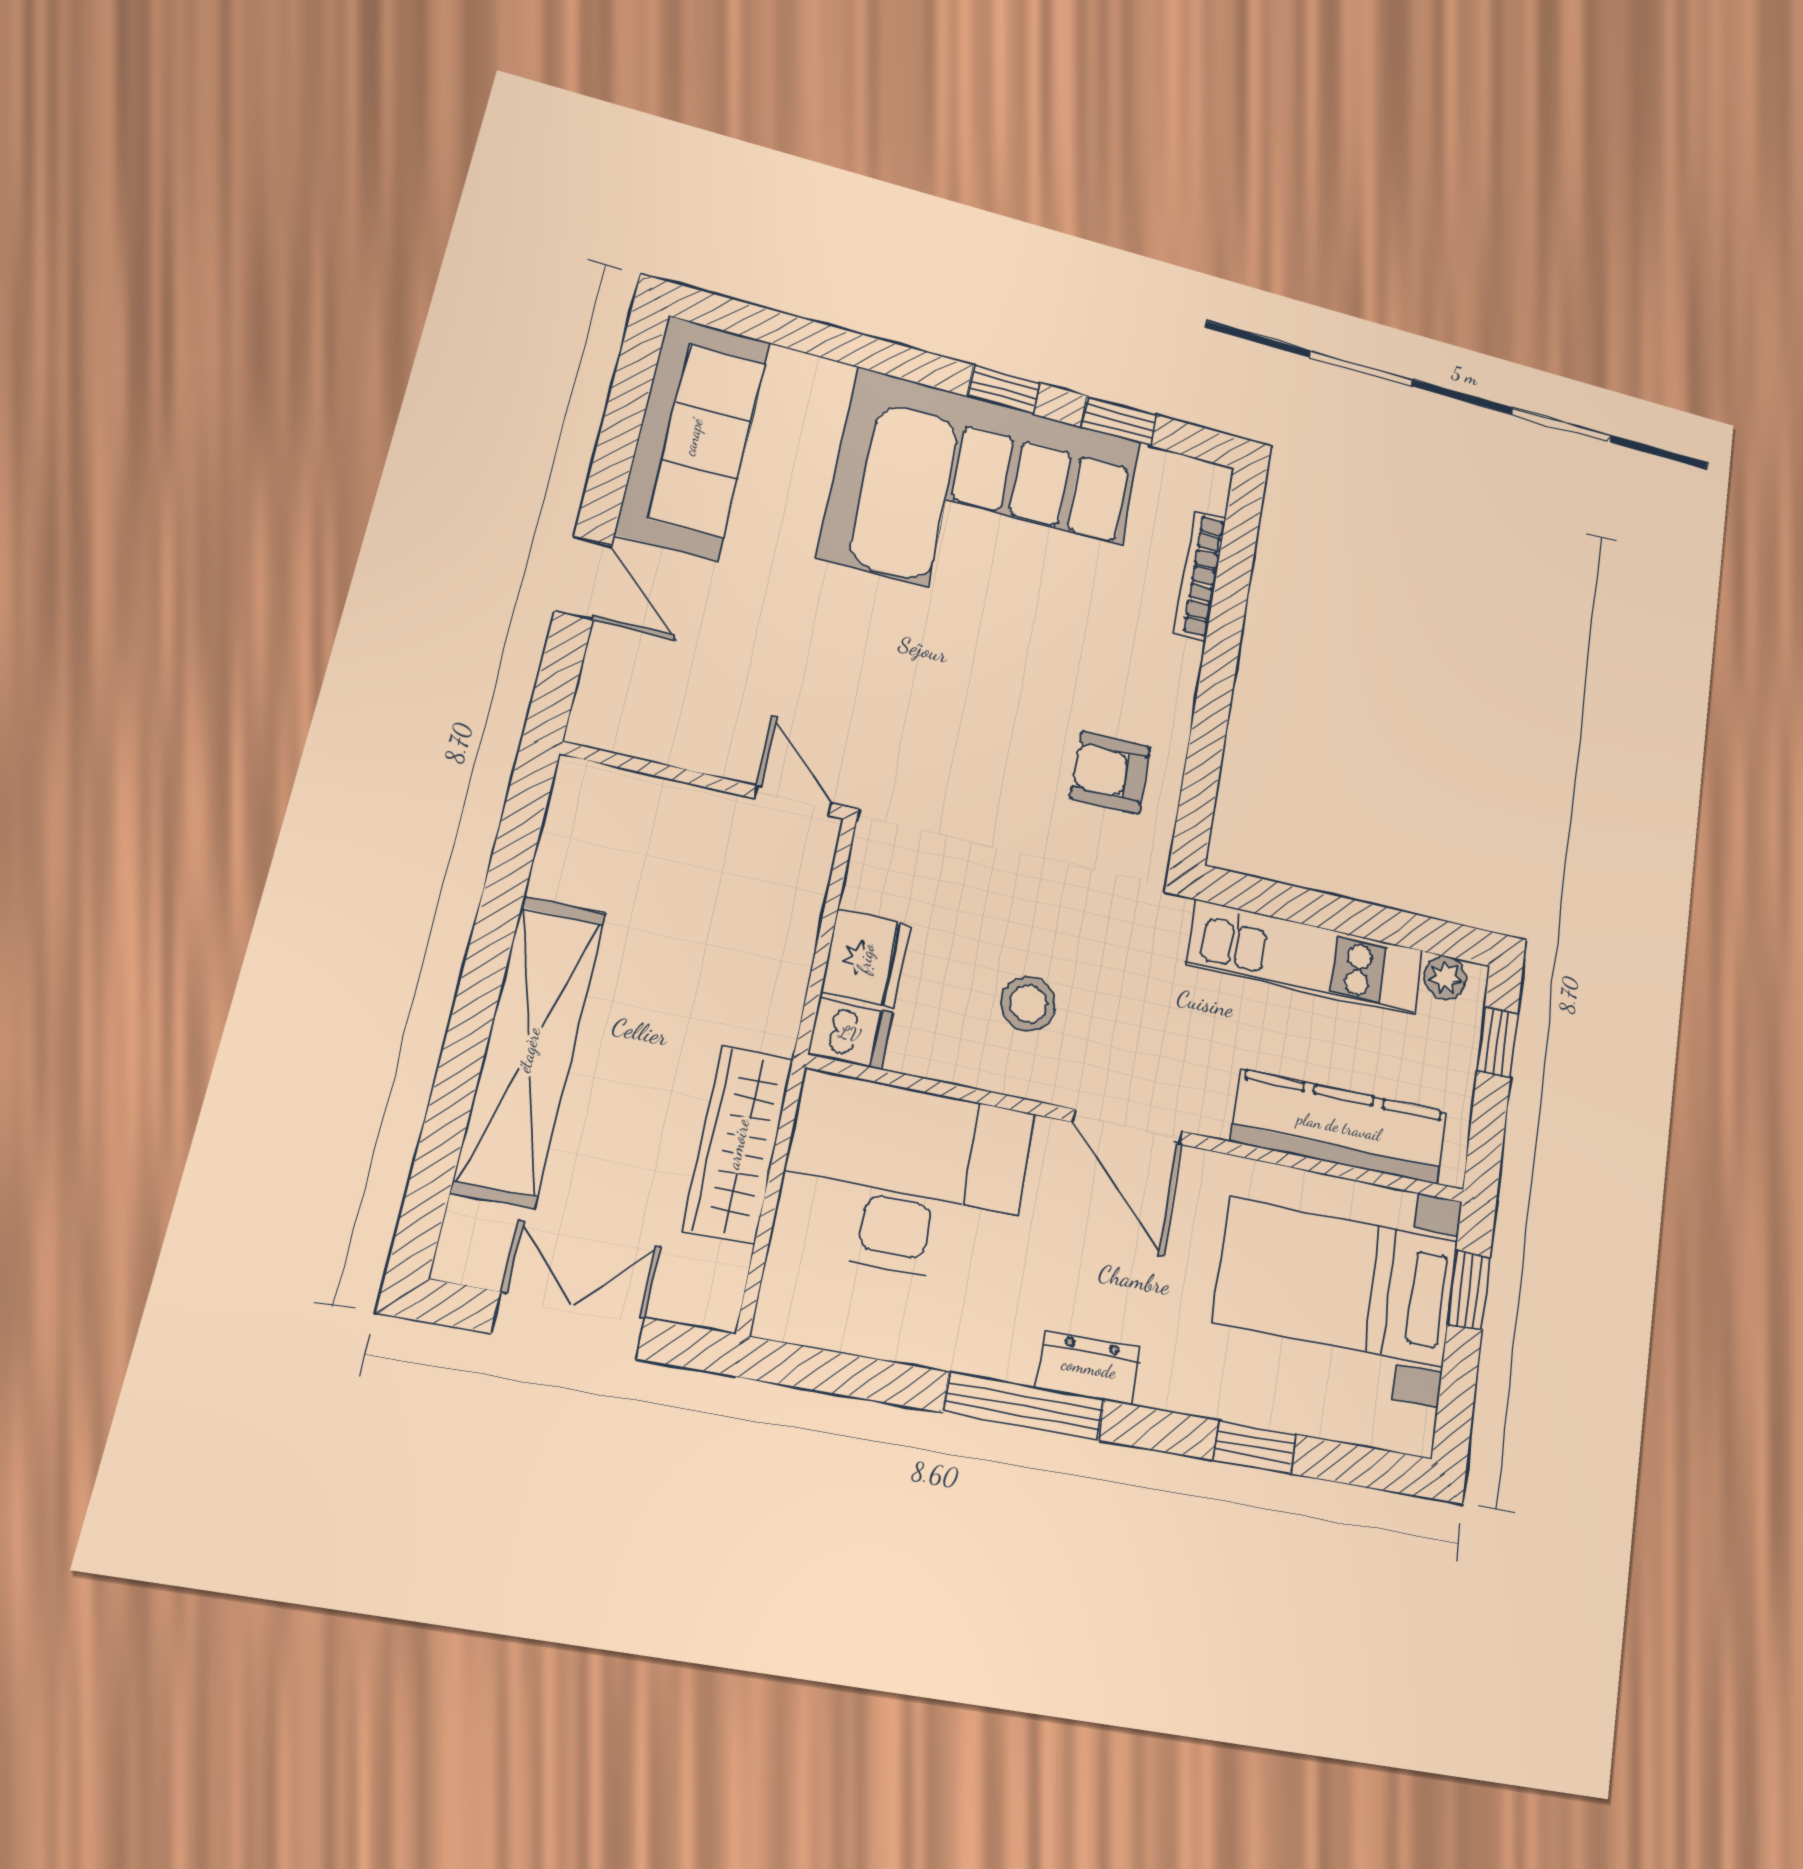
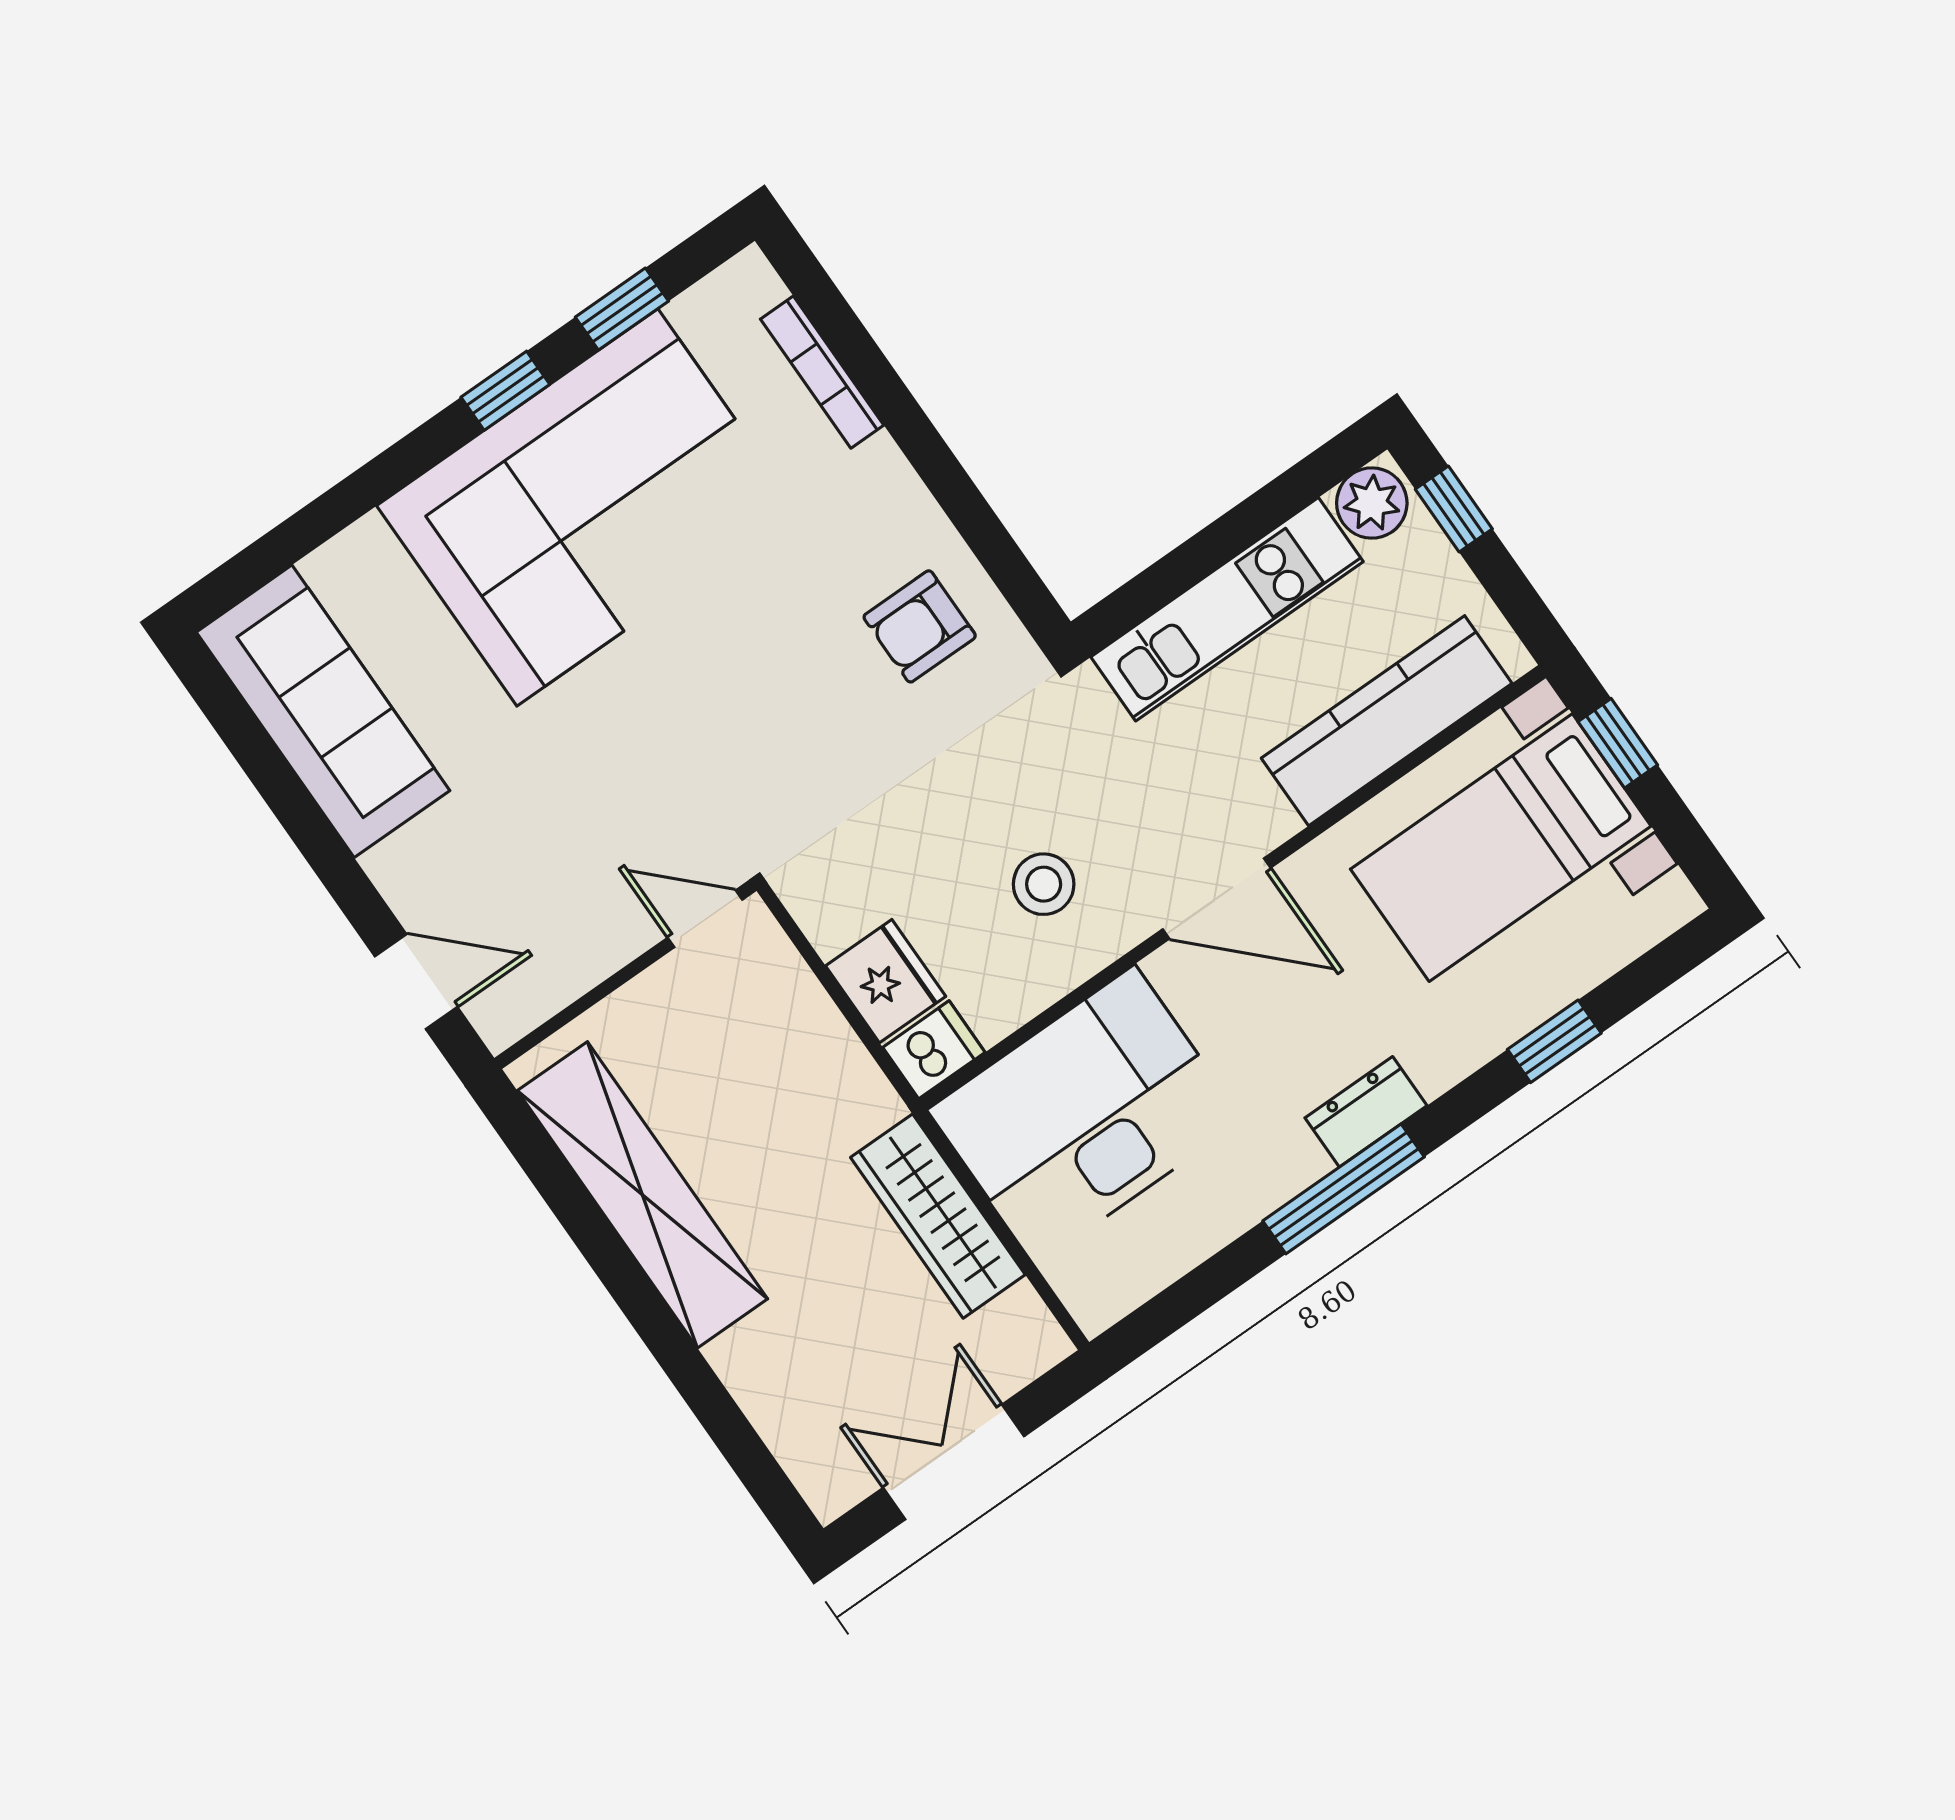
door: (583, 578) -> (416, 982), moved
plant: (1445, 978) -> (1372, 503), width x1.38, depth x1.38
shelving: (529, 1050) -> (642, 1195), moved

